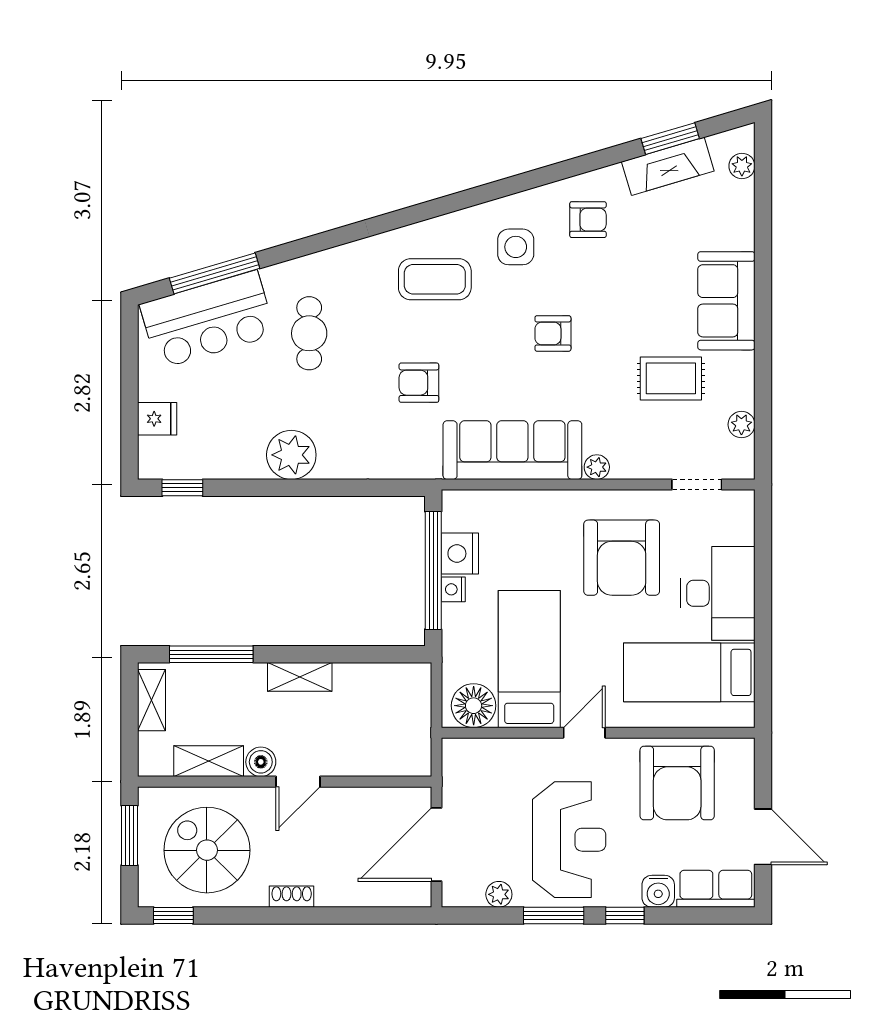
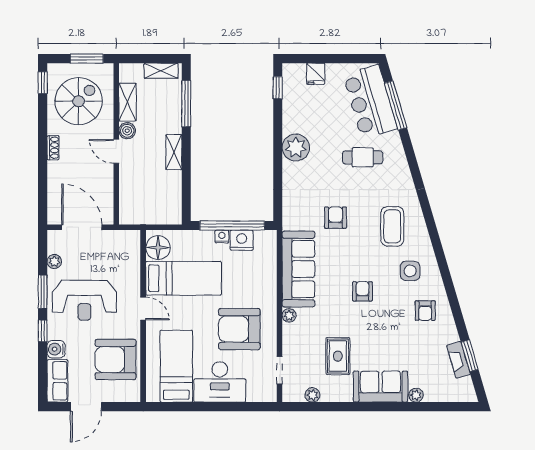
fireplace: (668, 166) -> (458, 360), width x0.73, depth x0.76
plant: (742, 166) -> (416, 395), moved

